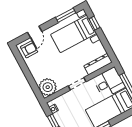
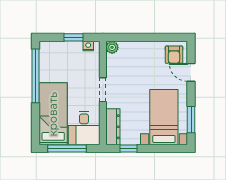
window: (94, 23) -> (128, 148), moved
plant: (48, 87) -> (112, 47), width x0.53, depth x0.53

